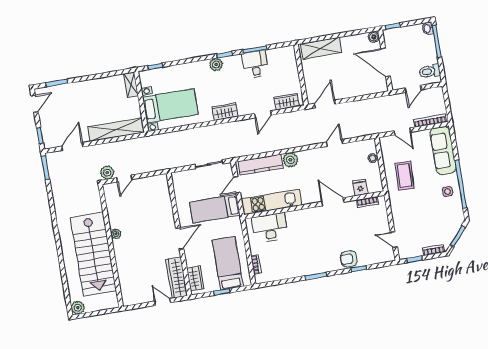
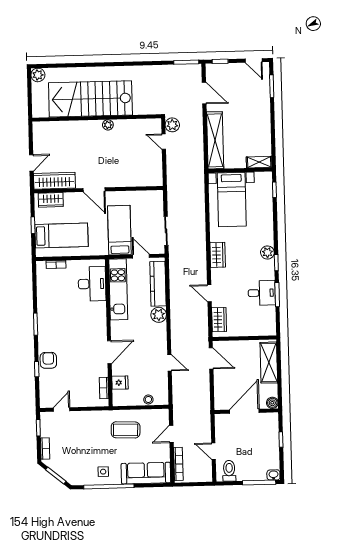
boiler: (374, 37) -> (272, 403), moved
wall: (385, 61) -> (246, 411), moved
door: (386, 62) -> (244, 411), moved

